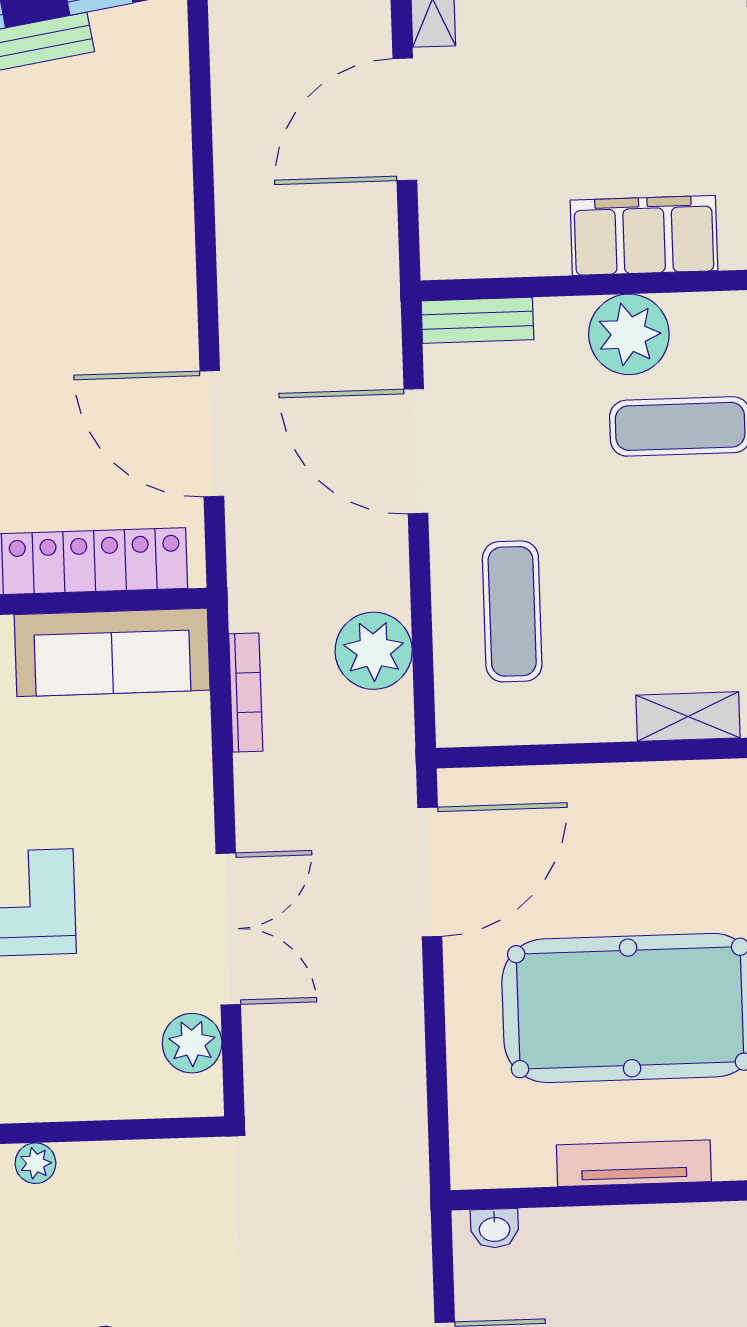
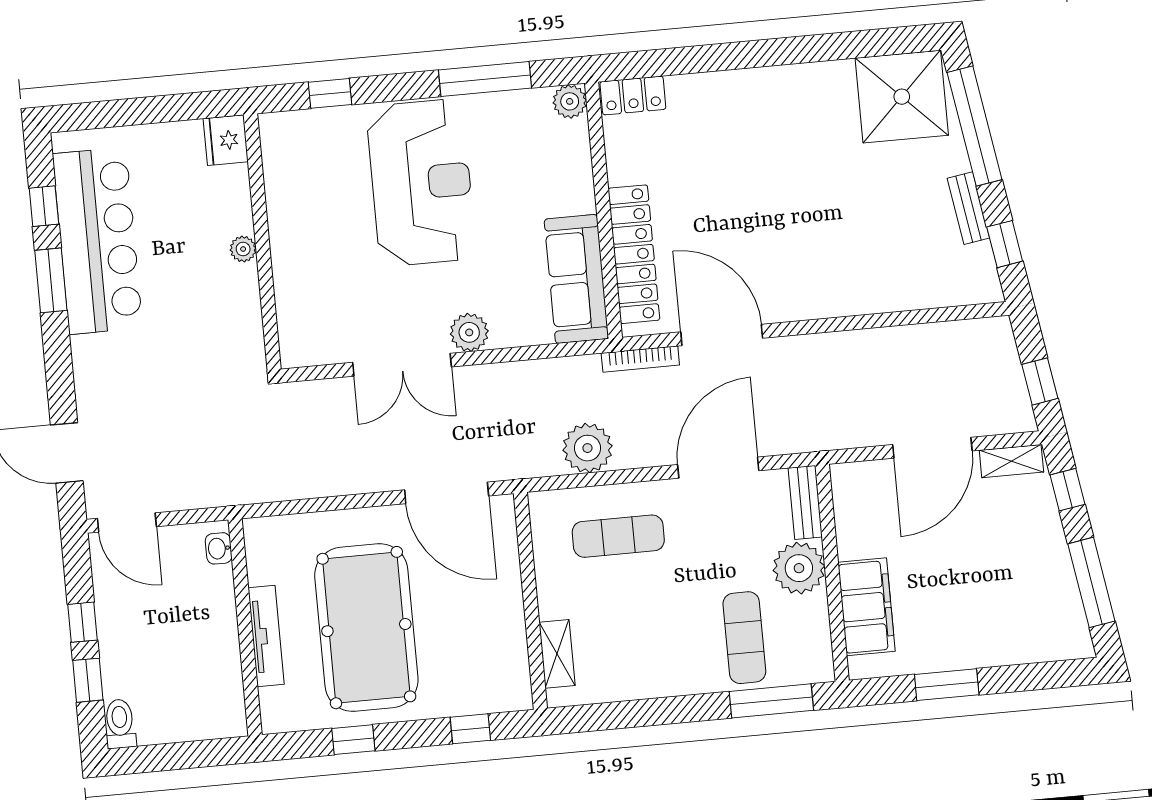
door: (405, 119) -> (932, 448), swing flipped
plant: (629, 334) -> (799, 568), moved
door: (212, 434) -> (722, 335), hinge flipped
bookcase: (246, 693) -> (640, 359), moved
plant: (192, 1043) -> (469, 332), moved

